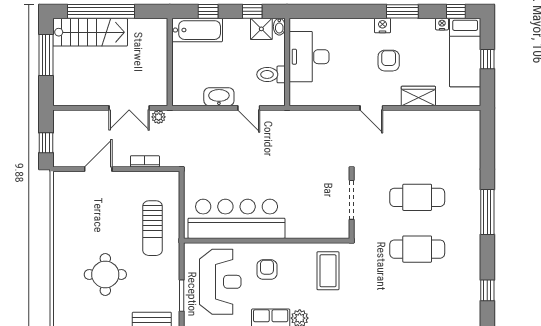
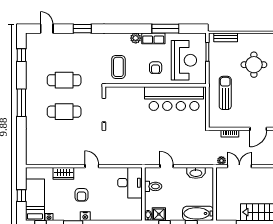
desk: (309, 57) -> (130, 183), moved
washbasin: (219, 97) -> (196, 173), moved
reception desk: (220, 282) -> (184, 60), turned 180

